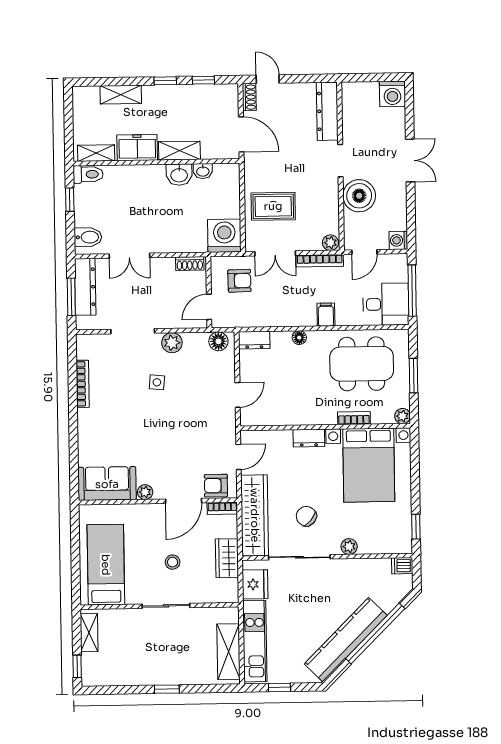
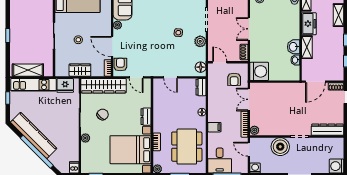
rug: (273, 206) -> (275, 99), removed
double door: (129, 256) -> (249, 29), moved

